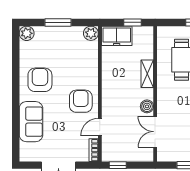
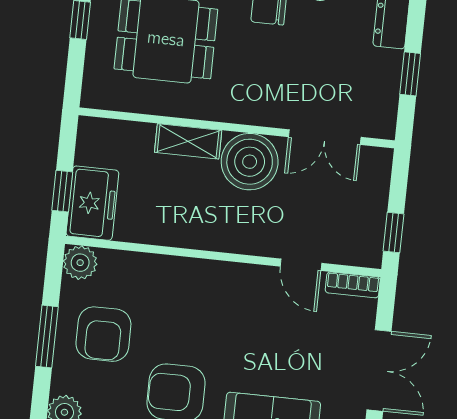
window: (132, 22) -> (62, 191), moved
armchair: (81, 101) -> (103, 334), moved, turned -90
boiler: (147, 106) -> (250, 162), width x1.86, depth x1.86

